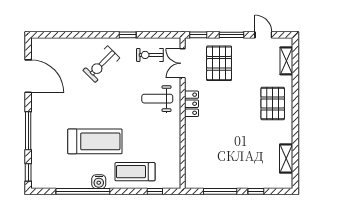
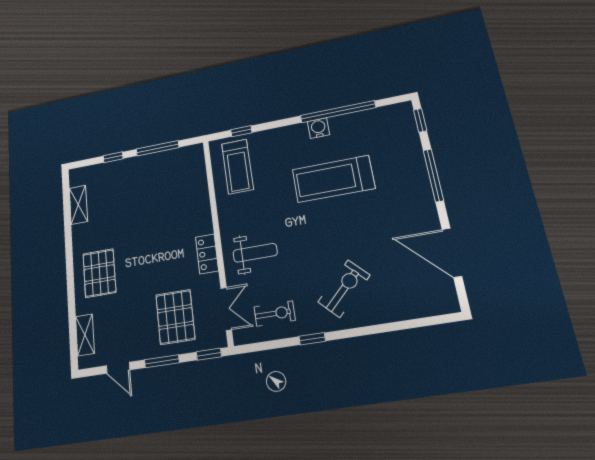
treadmill: (135, 172) -> (237, 166), moved, turned 90

